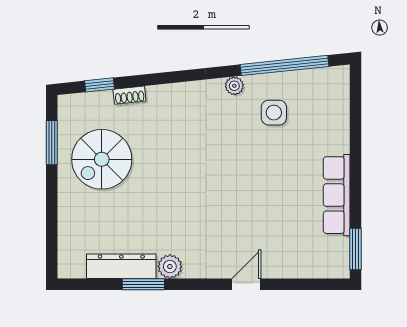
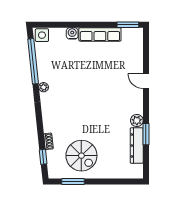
side table: (274, 113) -> (42, 35), moved
water cooler: (339, 141) -> (72, 33), added

